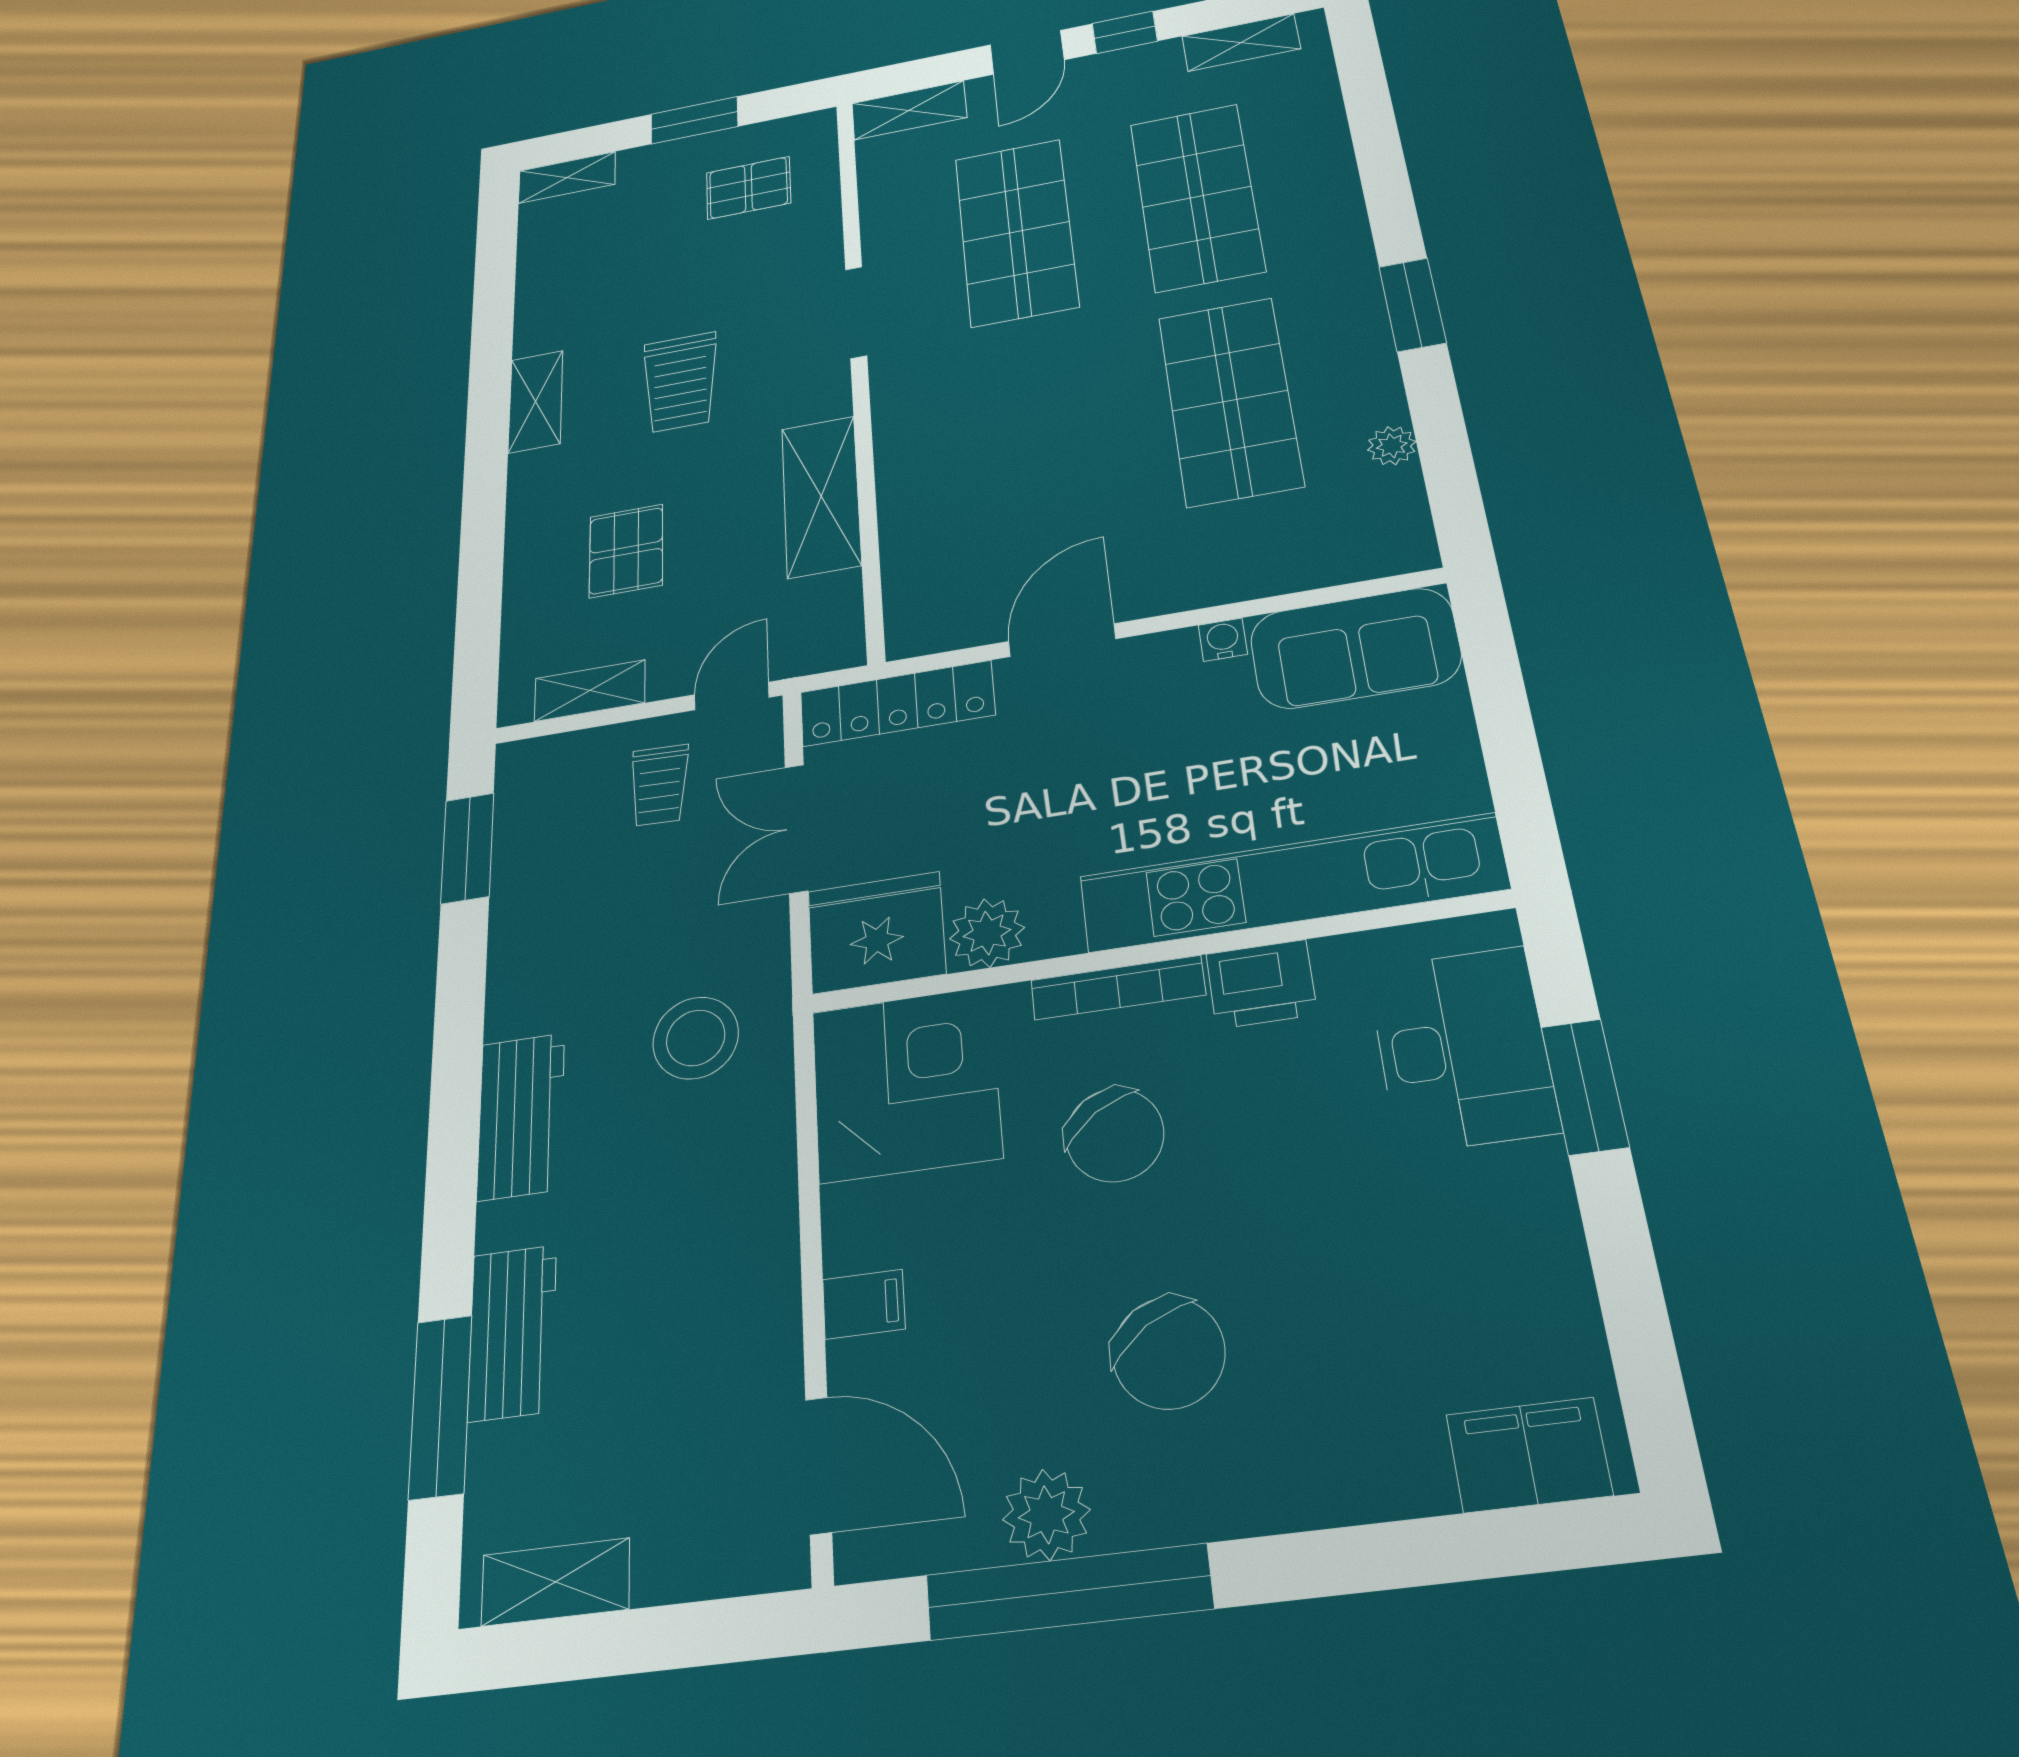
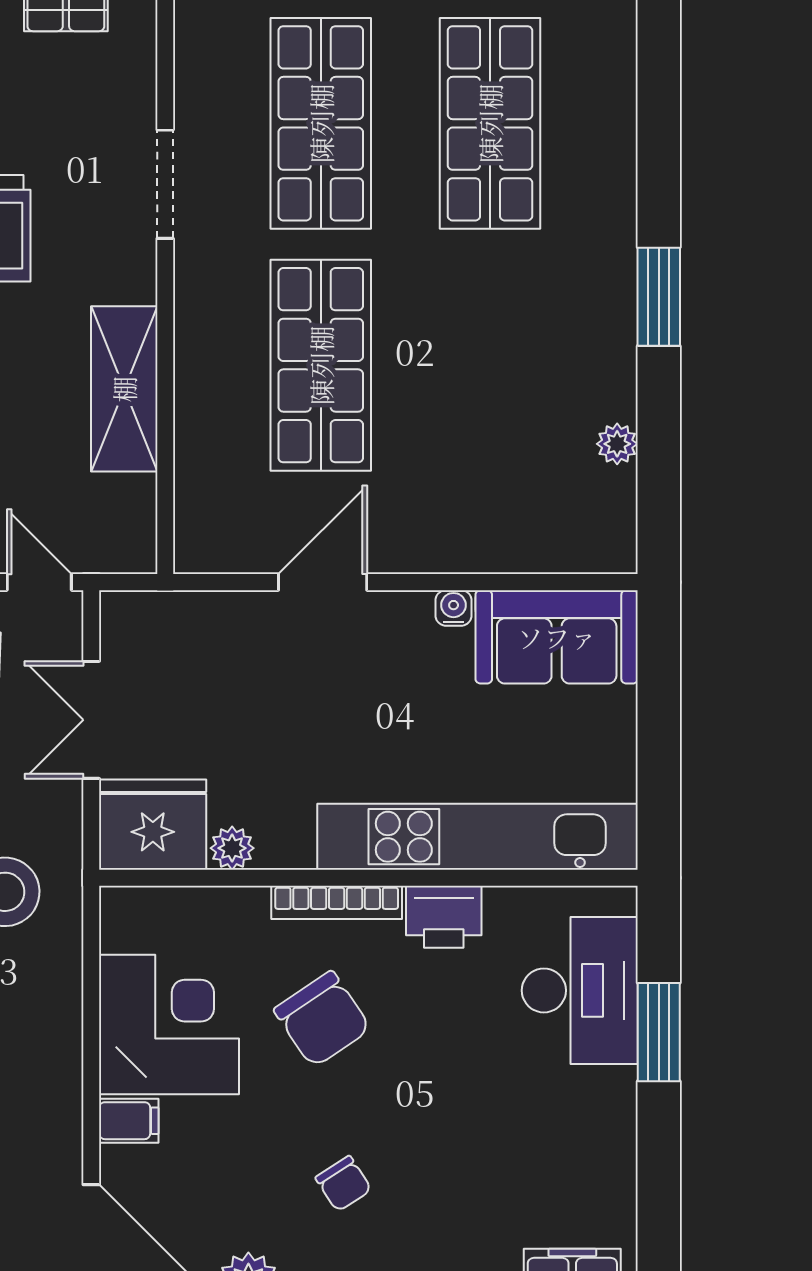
shop shelf: (1230, 401) -> (321, 365), moved
door: (732, 696) -> (39, 582), hinge flipped
locker: (897, 704) -> (181, 617), removed
plant: (987, 933) -> (232, 848), width x0.73, depth x0.73
corner desk: (906, 1084) -> (169, 1024), moved
chair: (1169, 1353) -> (343, 1184), width x0.54, depth x0.54

